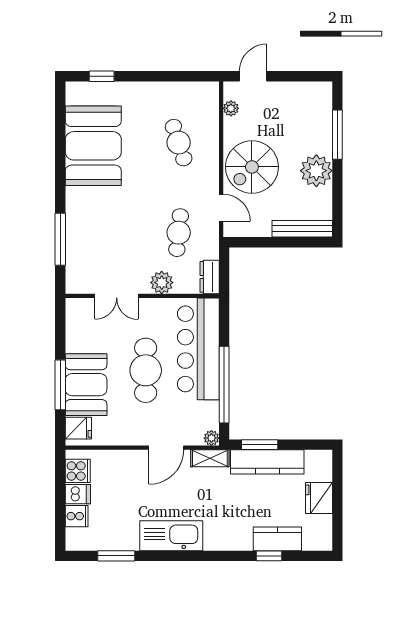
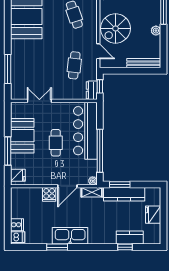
plant: (316, 171) -> (156, 31), width x0.53, depth x0.53
window: (224, 270) -> (100, 86), added
plant: (162, 283) -> (65, 93), removed
double door: (117, 296) -> (39, 101), swing flipped
cafe table: (146, 370) -> (56, 143), width x0.73, depth x0.74
booth: (86, 385) -> (22, 136), moved
cooker: (78, 471) -> (49, 194), moved, turned 90
dishwasher: (78, 494) -> (18, 237), moved
window: (116, 556) -> (57, 247), moved

